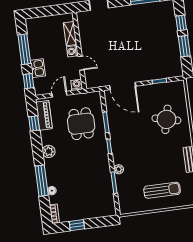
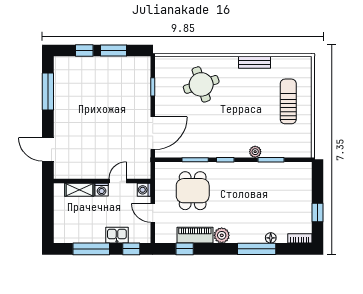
piano: (44, 115) -> (195, 235), moved
round table: (166, 119) -> (201, 84), turned -31
dining table: (81, 124) -> (193, 191), turned 90

